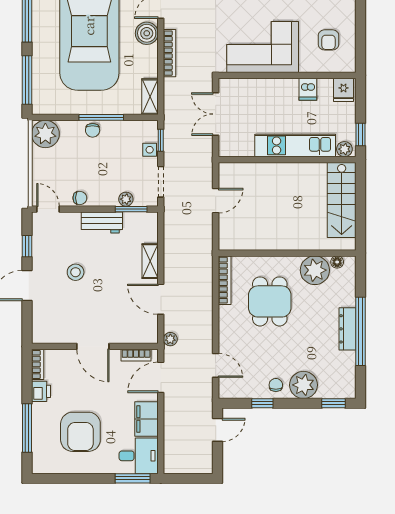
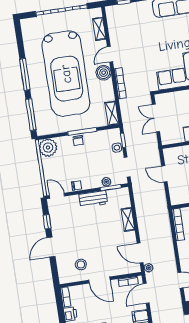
door: (216, 201) -> (164, 174), swing flipped
stool: (76, 272) -> (81, 264), moved
door: (161, 299) -> (140, 253), moved

